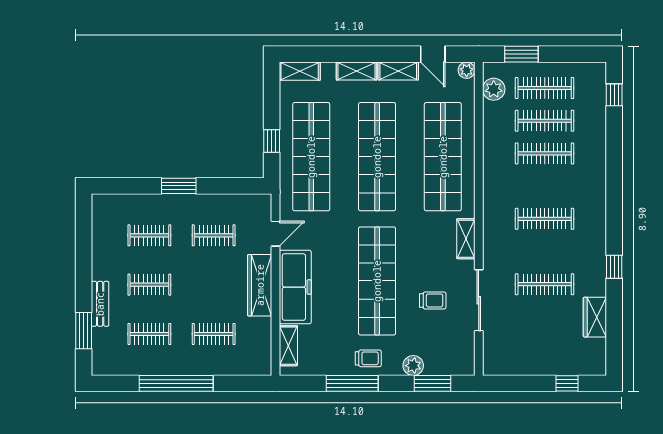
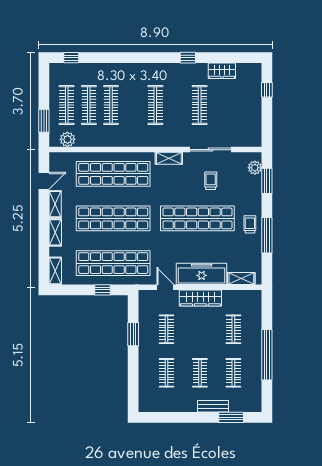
plant: (467, 70) -> (55, 158), removed
window: (179, 186) -> (133, 334), moved
plant: (413, 366) -> (255, 168), moved

